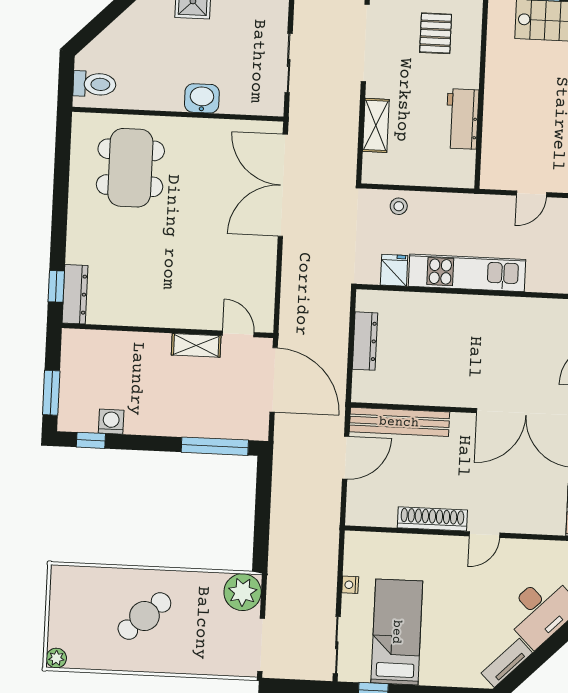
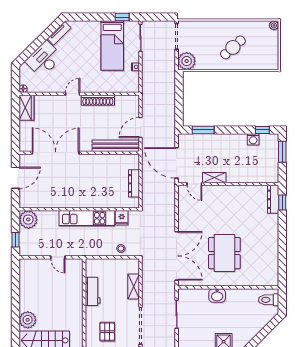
dining table: (130, 168) -> (224, 253), moved
door: (531, 194) -> (58, 257), swing flipped
window: (215, 446) -> (203, 130), width x0.69

